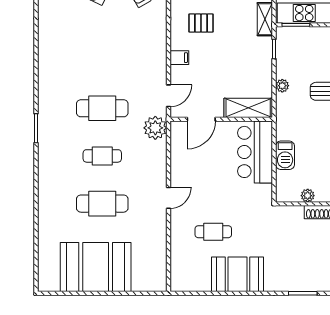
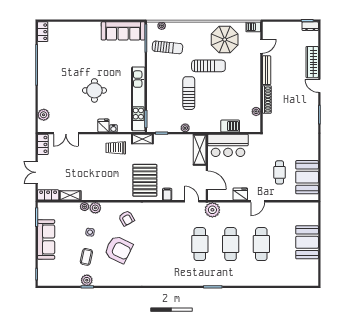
pallet: (201, 23) -> (145, 180), width x2.05, depth x2.00
cafe table: (102, 156) -> (231, 244), width x1.37, depth x1.35
fridge: (180, 171) -> (240, 194), added
door: (169, 198) -> (258, 201), swing flipped
booth: (96, 267) -> (307, 242), width x0.73, depth x0.70
booth: (237, 274) -> (307, 177), moved

